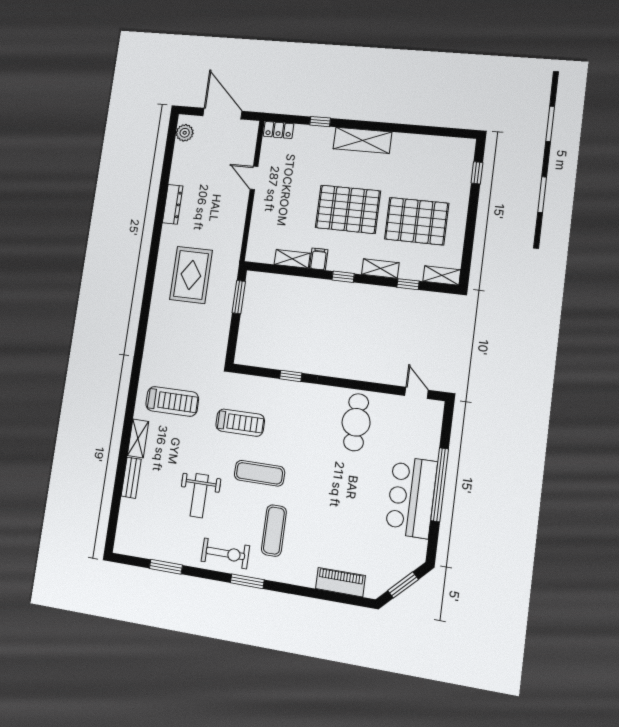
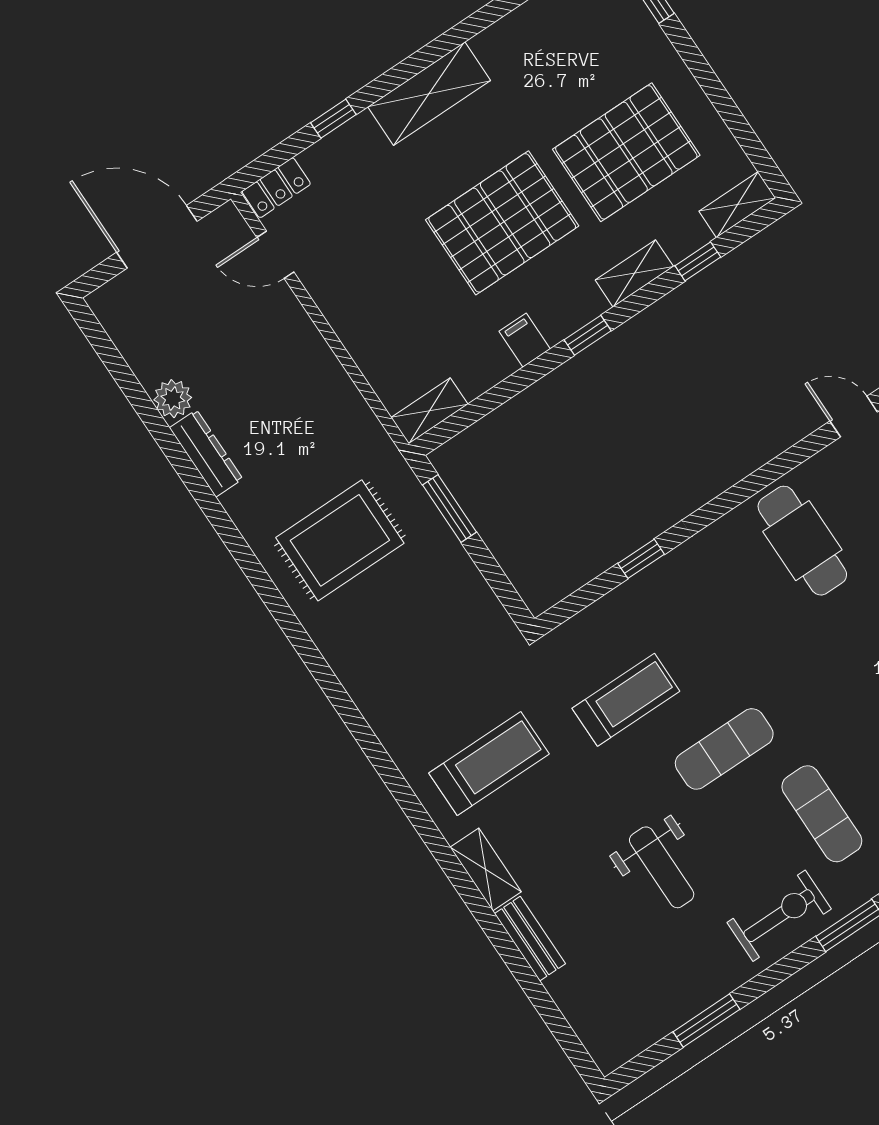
plant: (185, 133) -> (173, 399), moved
door: (254, 178) -> (275, 255), moved
shelving: (292, 259) -> (429, 411), moved
rug: (191, 275) -> (340, 540), turned 90

